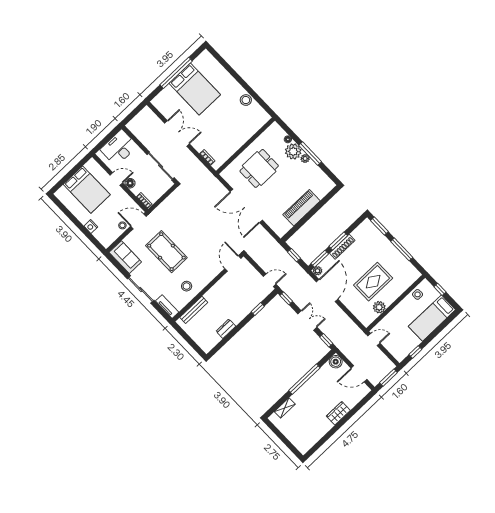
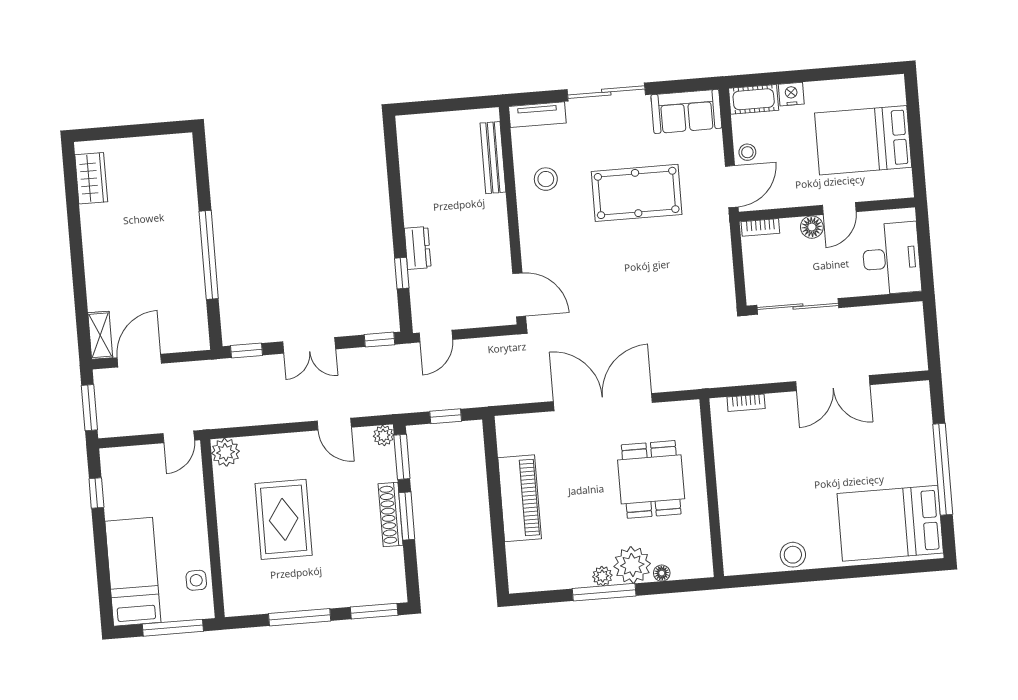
bed: (195, 89) -> (890, 523), moved
cot: (103, 238) -> (754, 99), added
window: (440, 289) -> (173, 628), width x2.17
door: (327, 291) -> (334, 424), width x0.53
plant: (379, 307) -> (225, 452), moved
dresser: (226, 329) -> (418, 248), moved
boiler: (336, 362) -> (194, 336), removed
shelving: (285, 408) -> (100, 335), moved
wardrobe: (338, 413) -> (91, 178), moved

